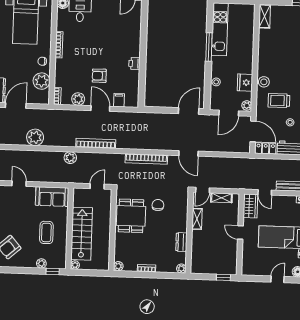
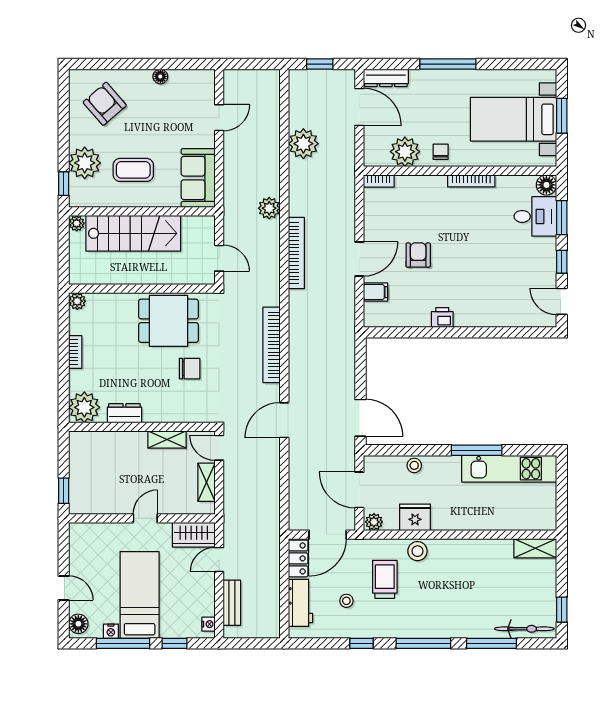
plant: (78, 99) -> (375, 219), removed
plant: (41, 263) -> (85, 163), width x1.88, depth x1.88
plant: (181, 268) -> (84, 407), width x1.88, depth x1.88

